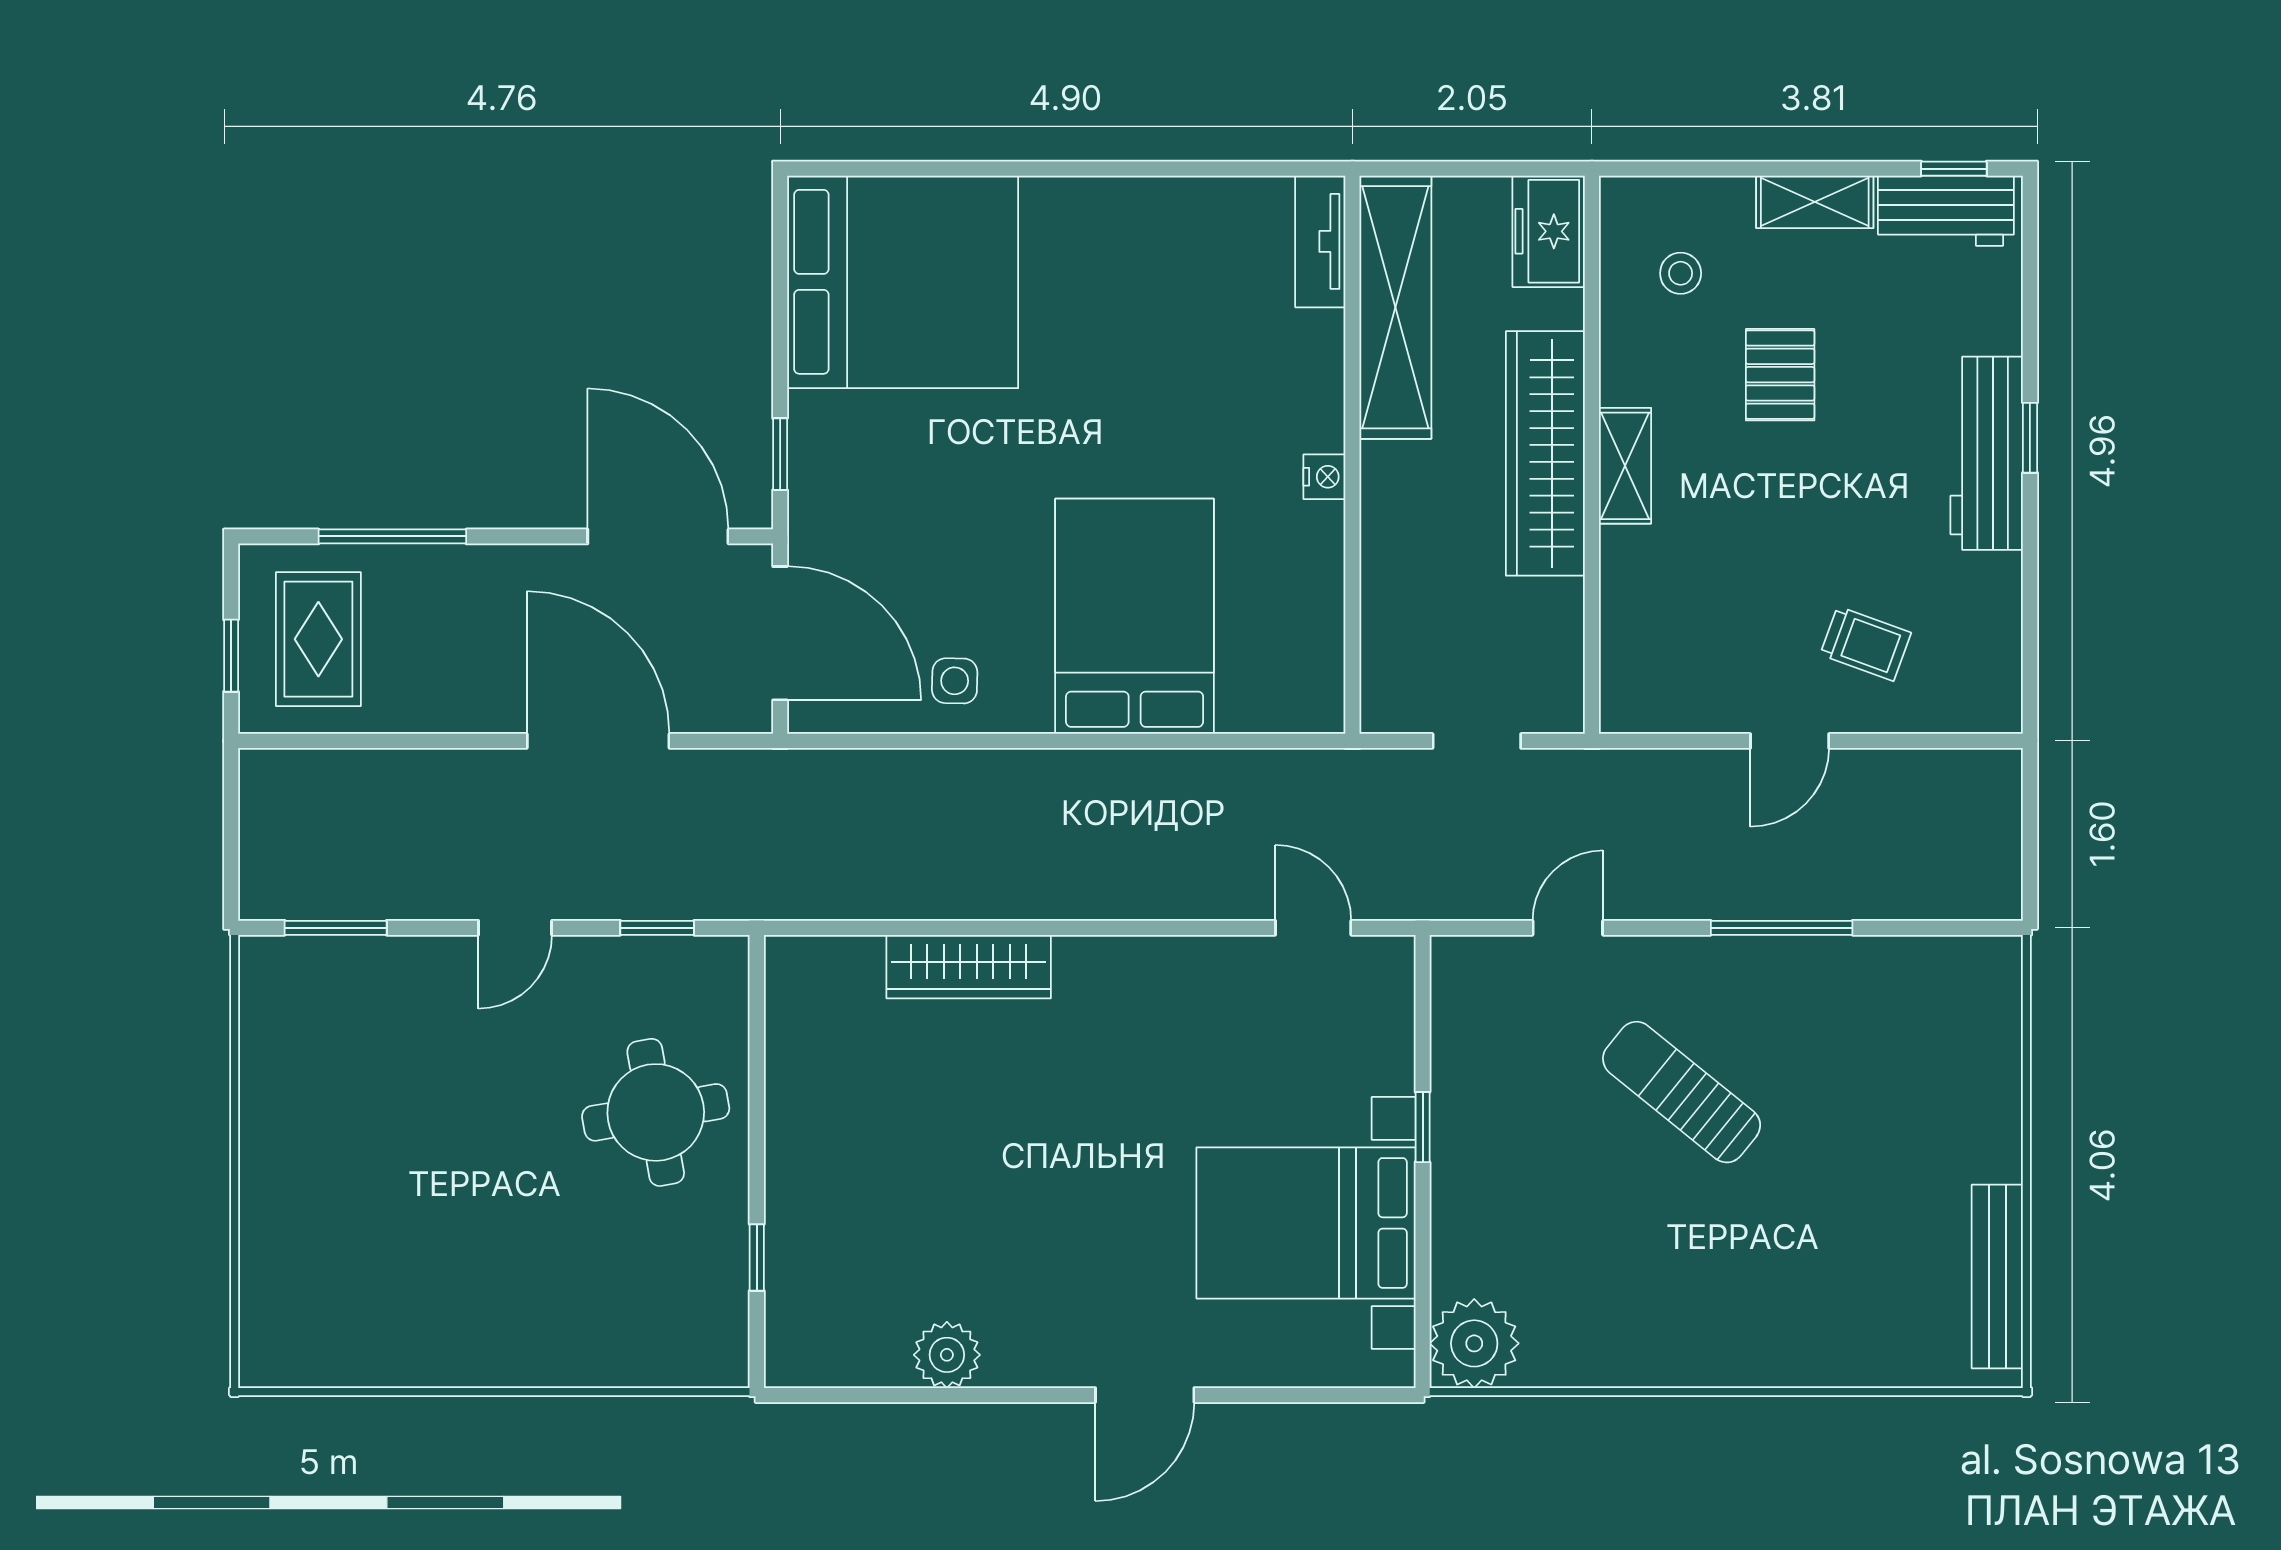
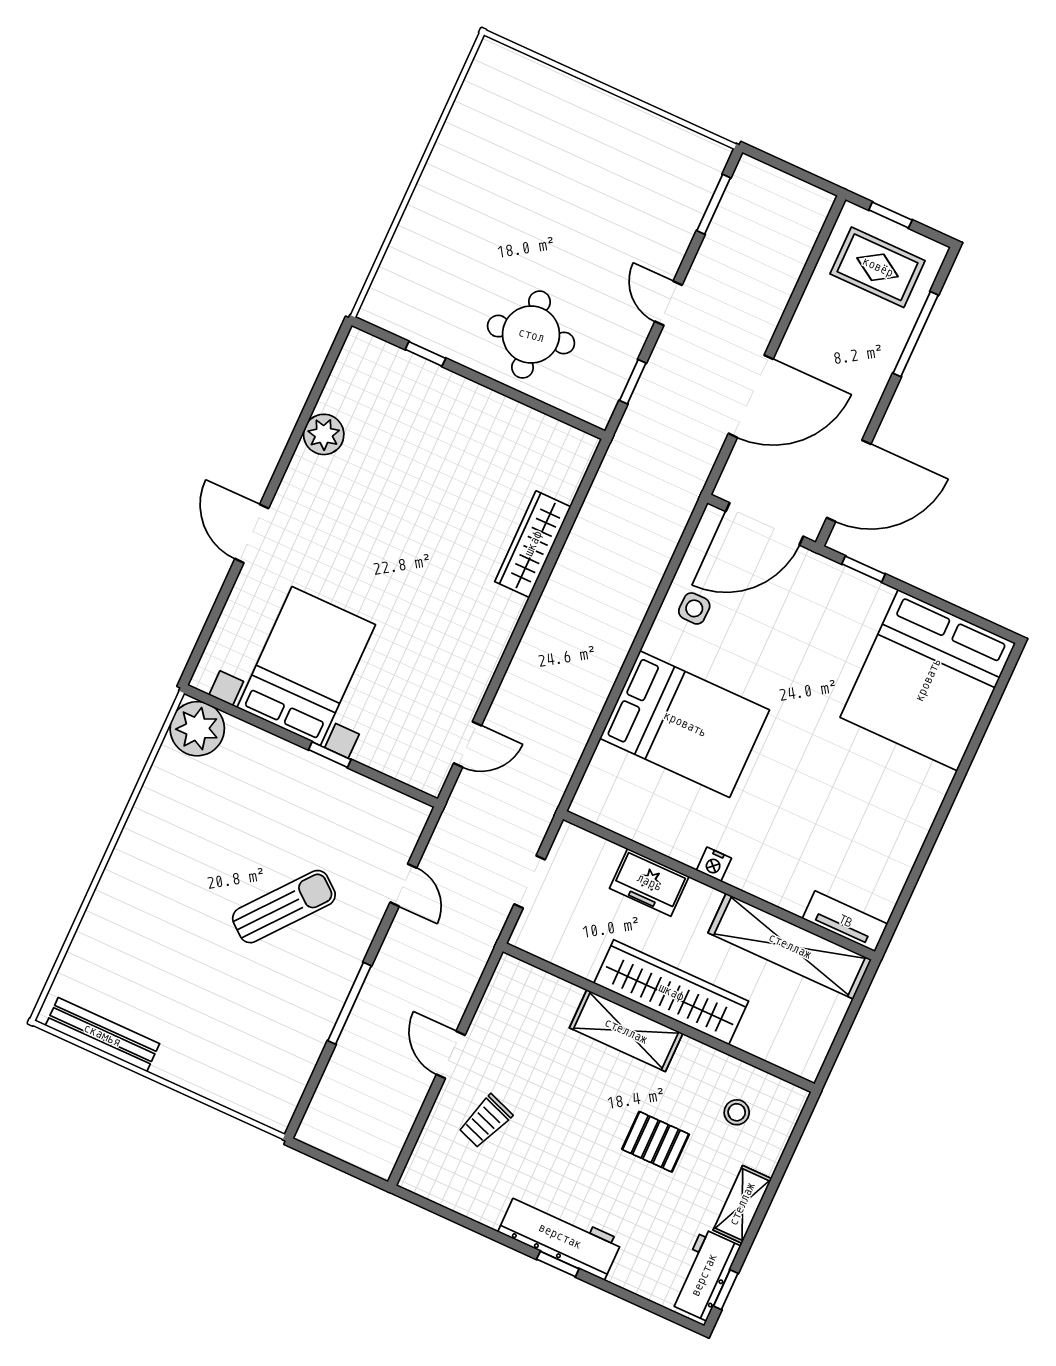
freezer: (1549, 231) -> (649, 882), moved, turned 180
shelving: (1625, 466) -> (626, 1031), width x1.50, depth x1.33

